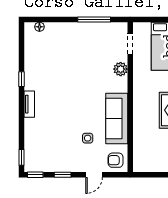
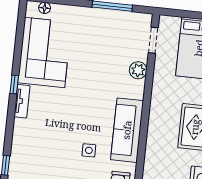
corner sofa: (43, 63) -> (45, 53), added
window: (22, 79) -> (14, 85), moved

